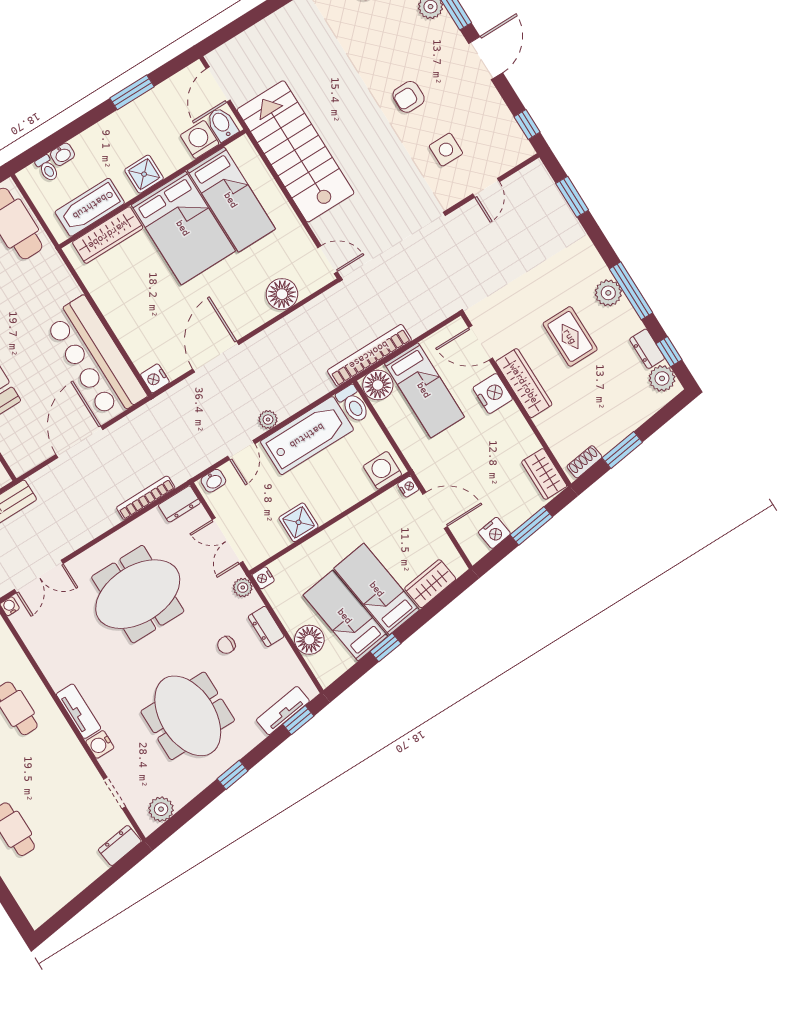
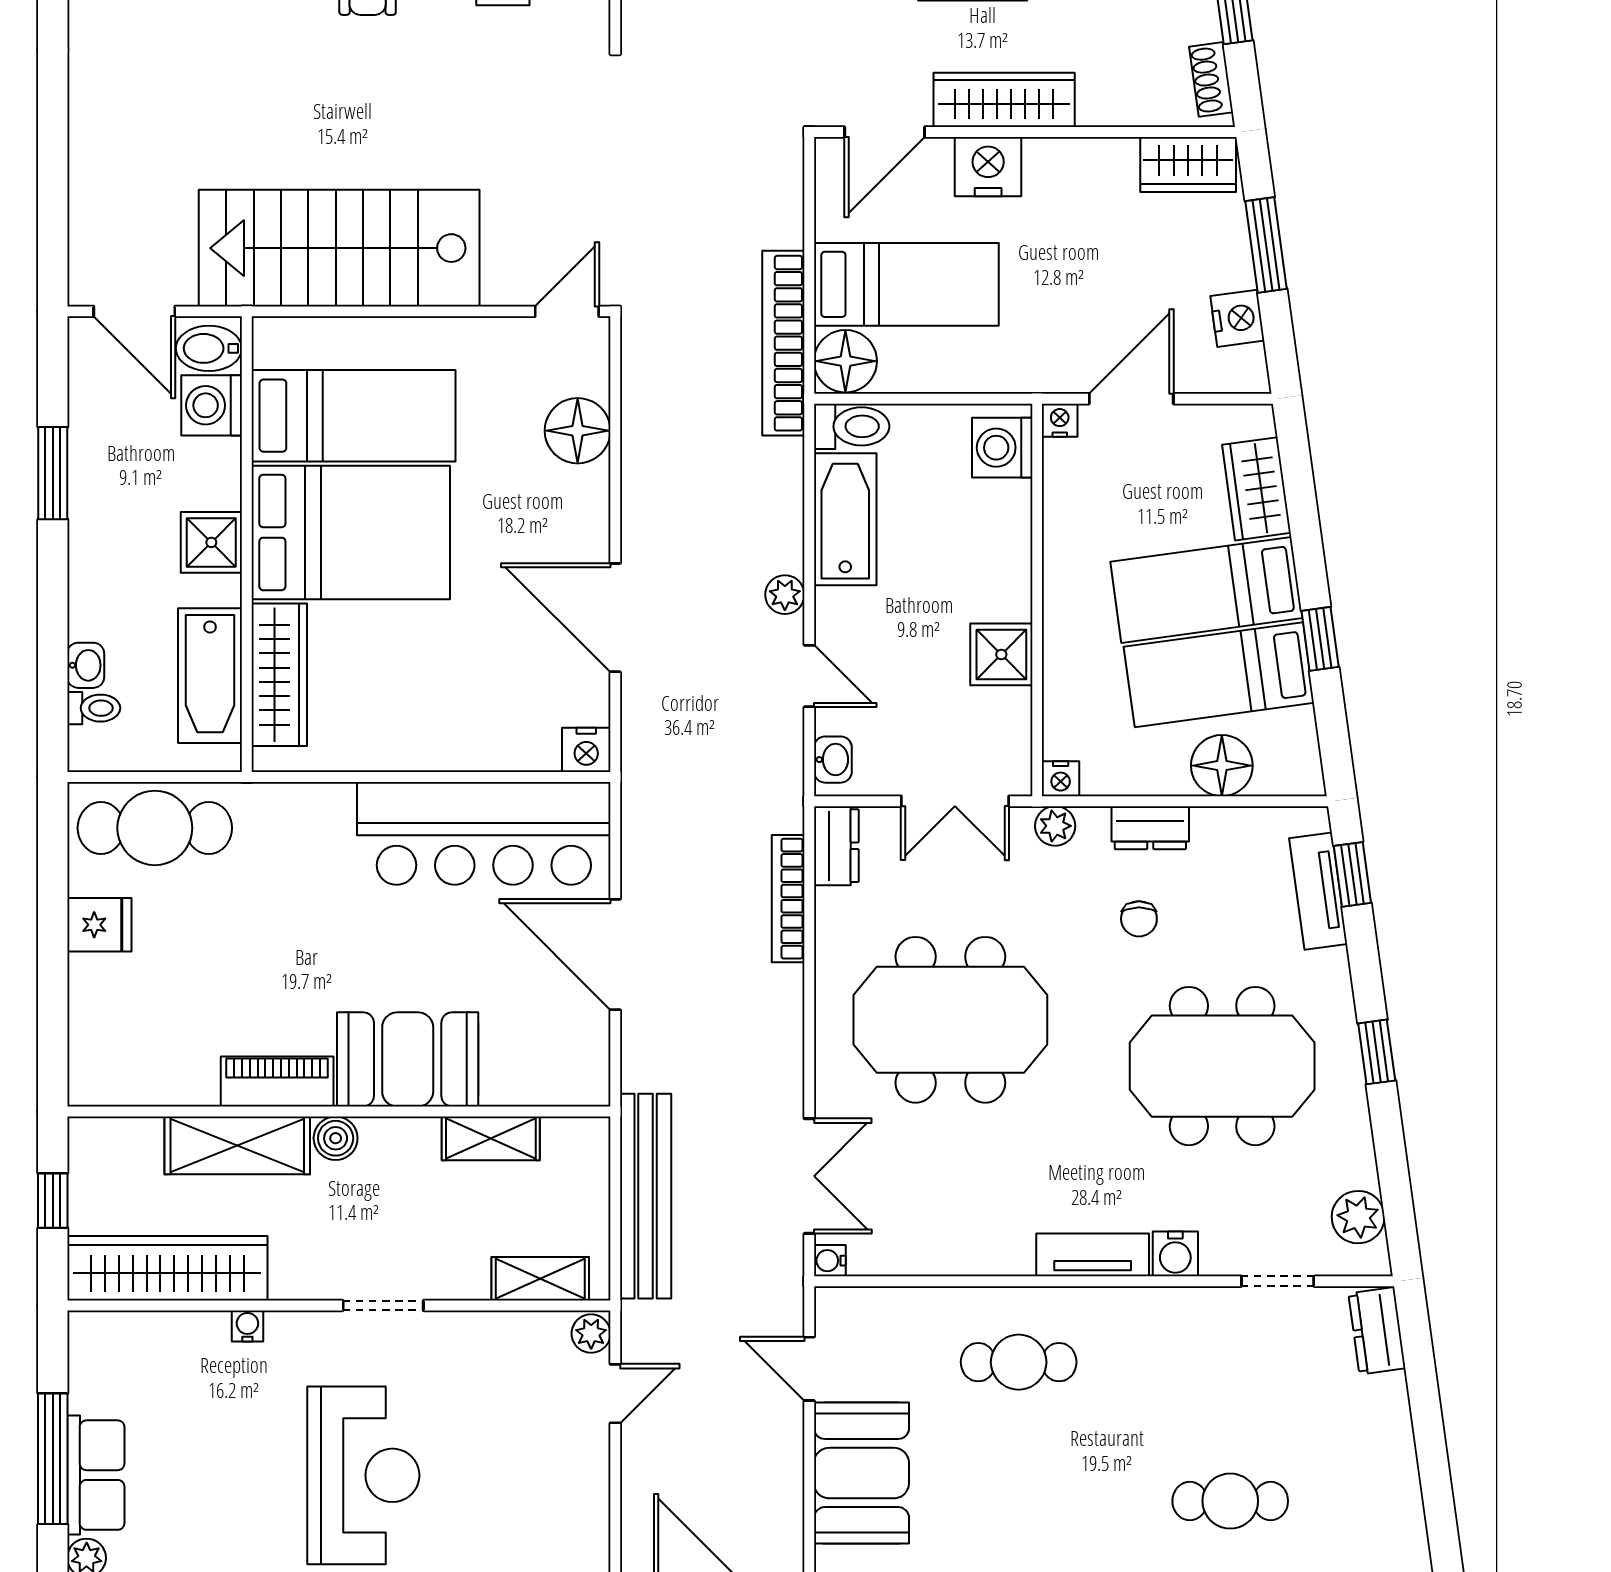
bathtub: (307, 436) -> (845, 519), width x0.73, depth x0.73
meeting table: (138, 594) -> (950, 1020), turned 90

